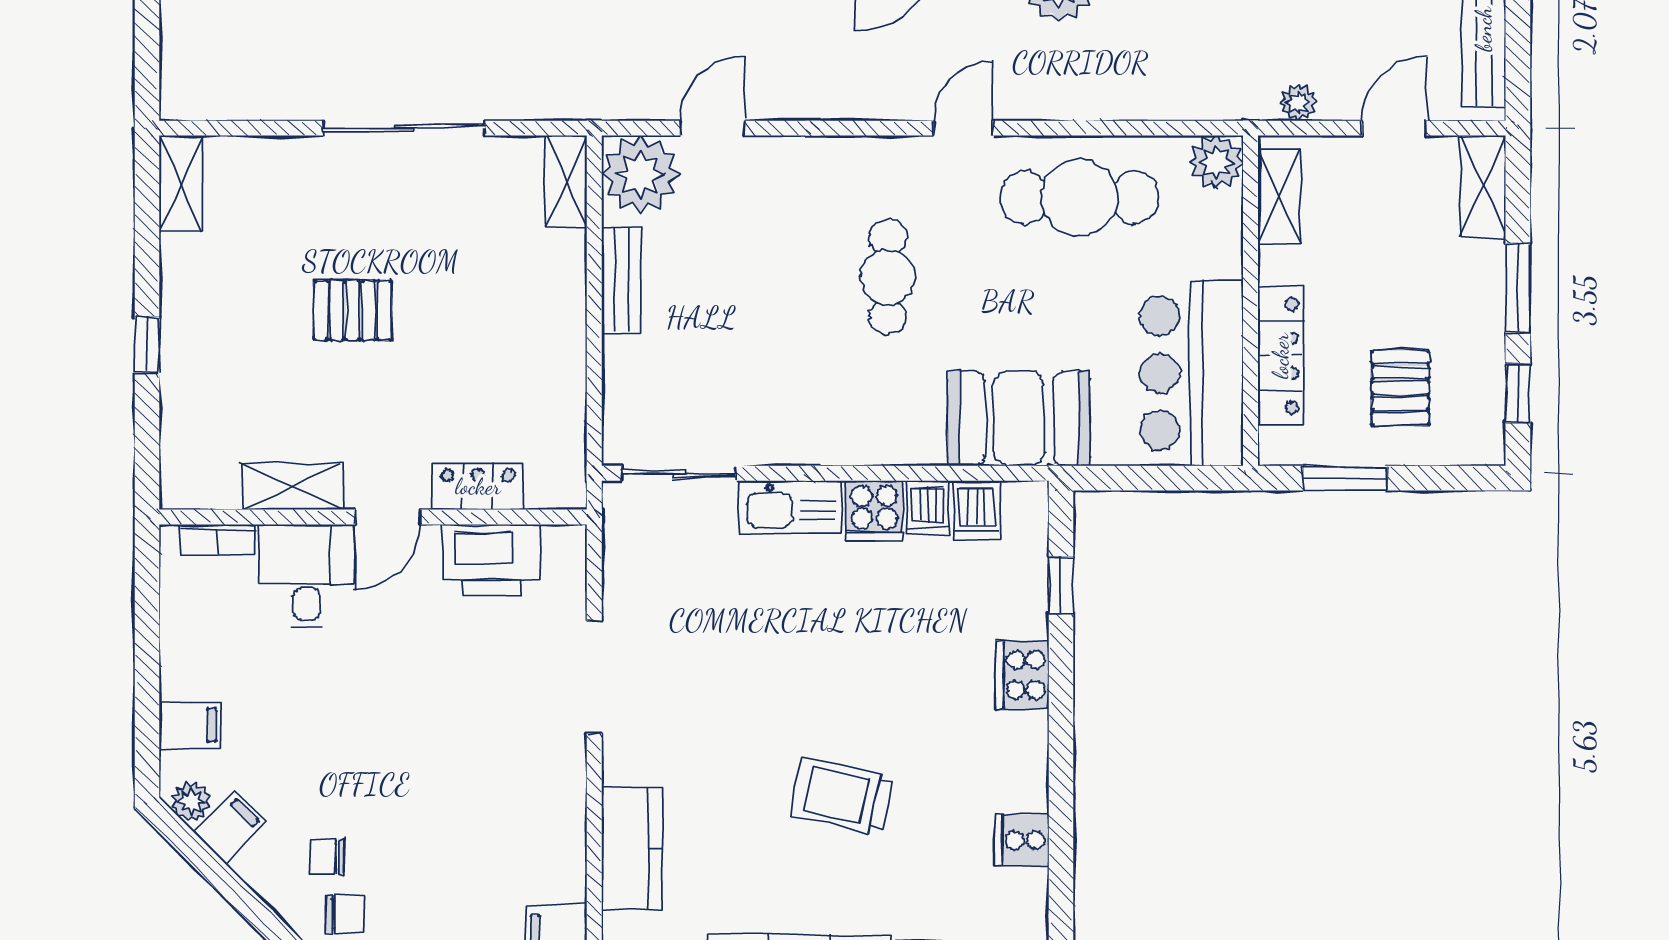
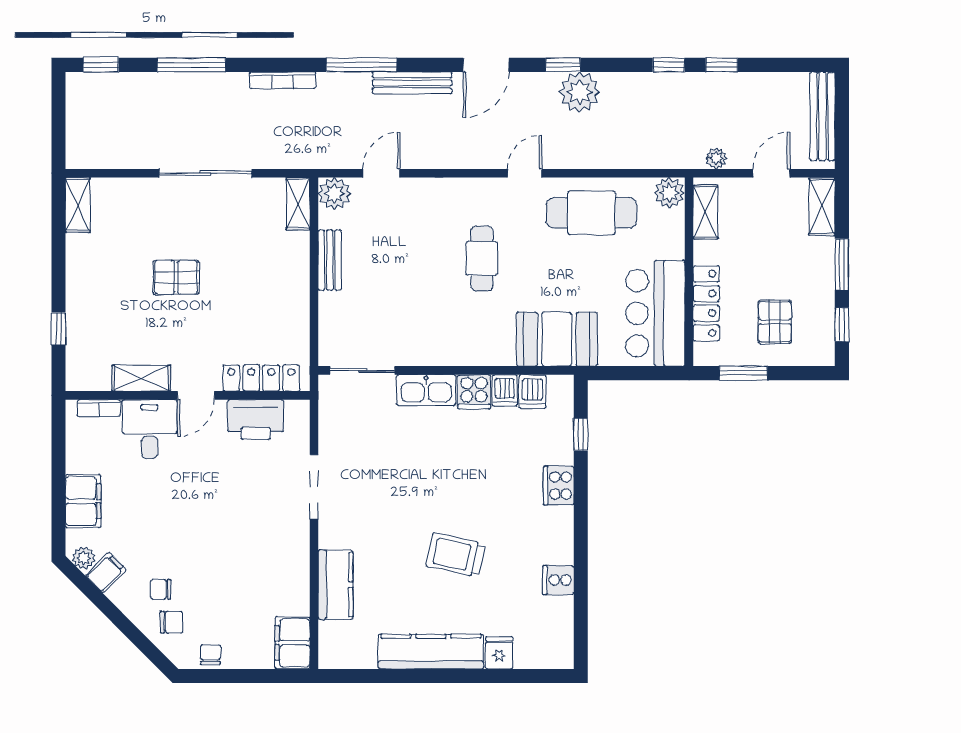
plant: (640, 174) -> (334, 194), width x0.73, depth x0.73
window: (147, 345) -> (58, 329), moved
locker: (478, 487) -> (261, 378), width x1.53
filing cabinet: (190, 725) -> (83, 501), width x2.00

